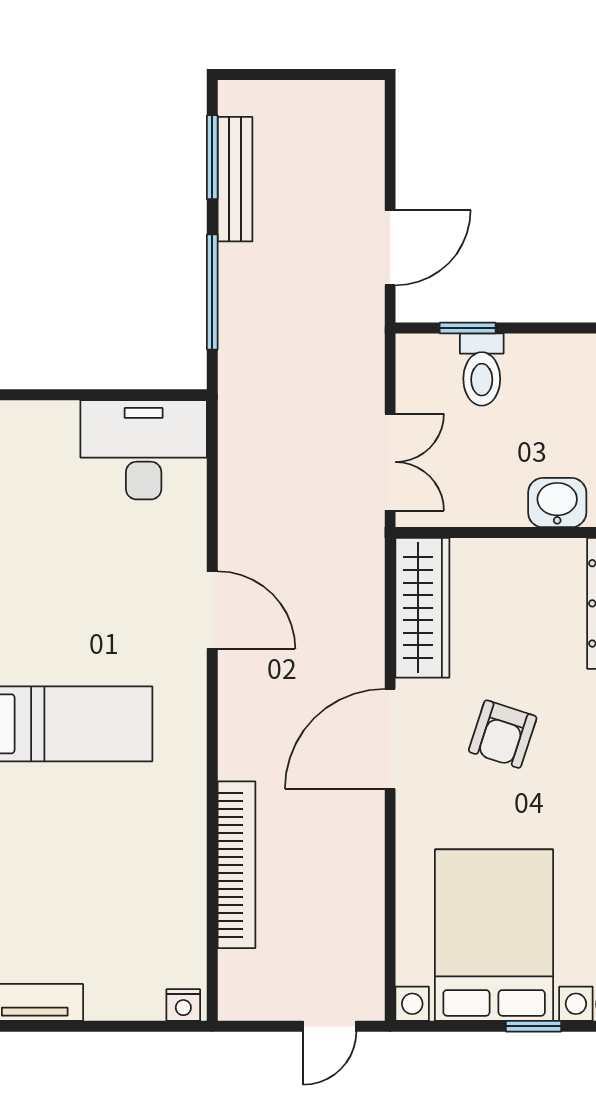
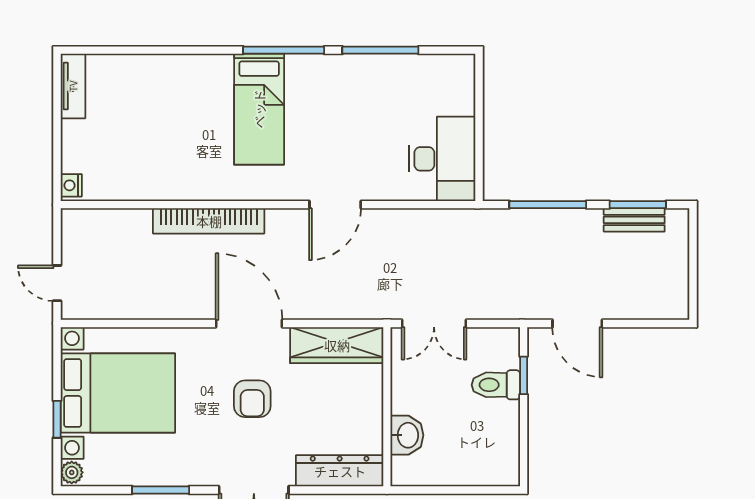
bench: (235, 179) -> (634, 220), width x0.73
armchair: (503, 734) -> (252, 399), turned -108
bookcase: (236, 865) -> (209, 221), moved

